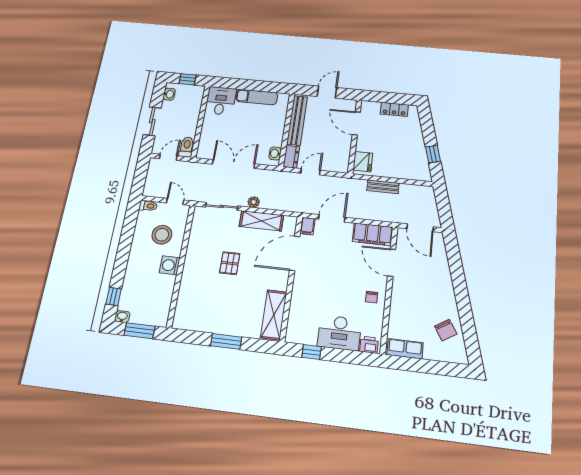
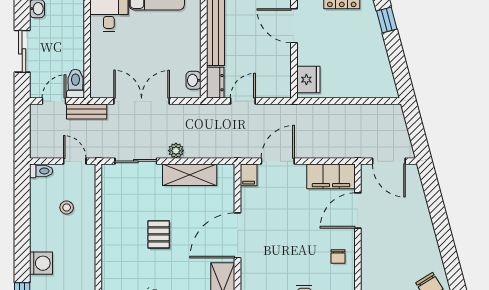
window: (433, 154) -> (387, 20), moved
bench: (383, 187) -> (87, 111), moved
stool: (162, 235) -> (67, 207), width x0.53, depth x0.53
door: (295, 253) -> (238, 235), moved
door: (392, 263) -> (358, 211), hinge flipped
washing machine: (170, 265) -> (41, 263), moved, turned 180

